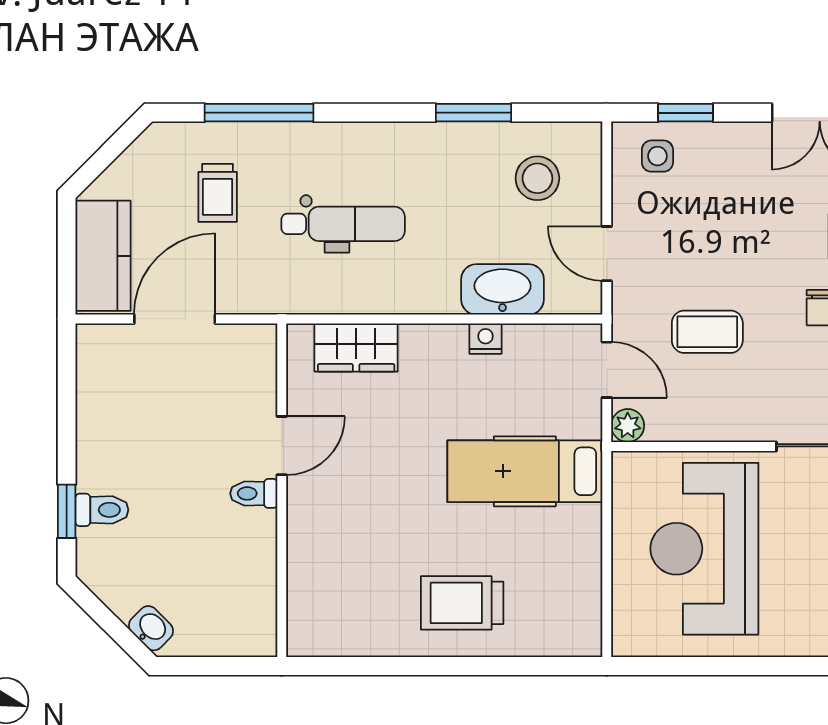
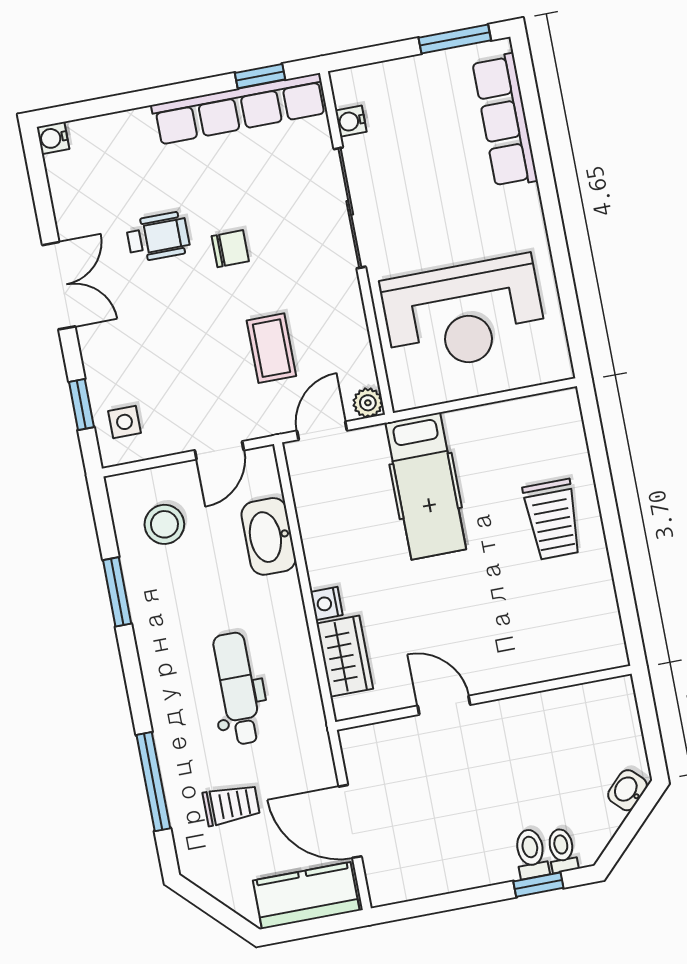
nightstand: (485, 339) -> (327, 604), moved
toilet: (254, 493) -> (562, 850), moved, turned 180

